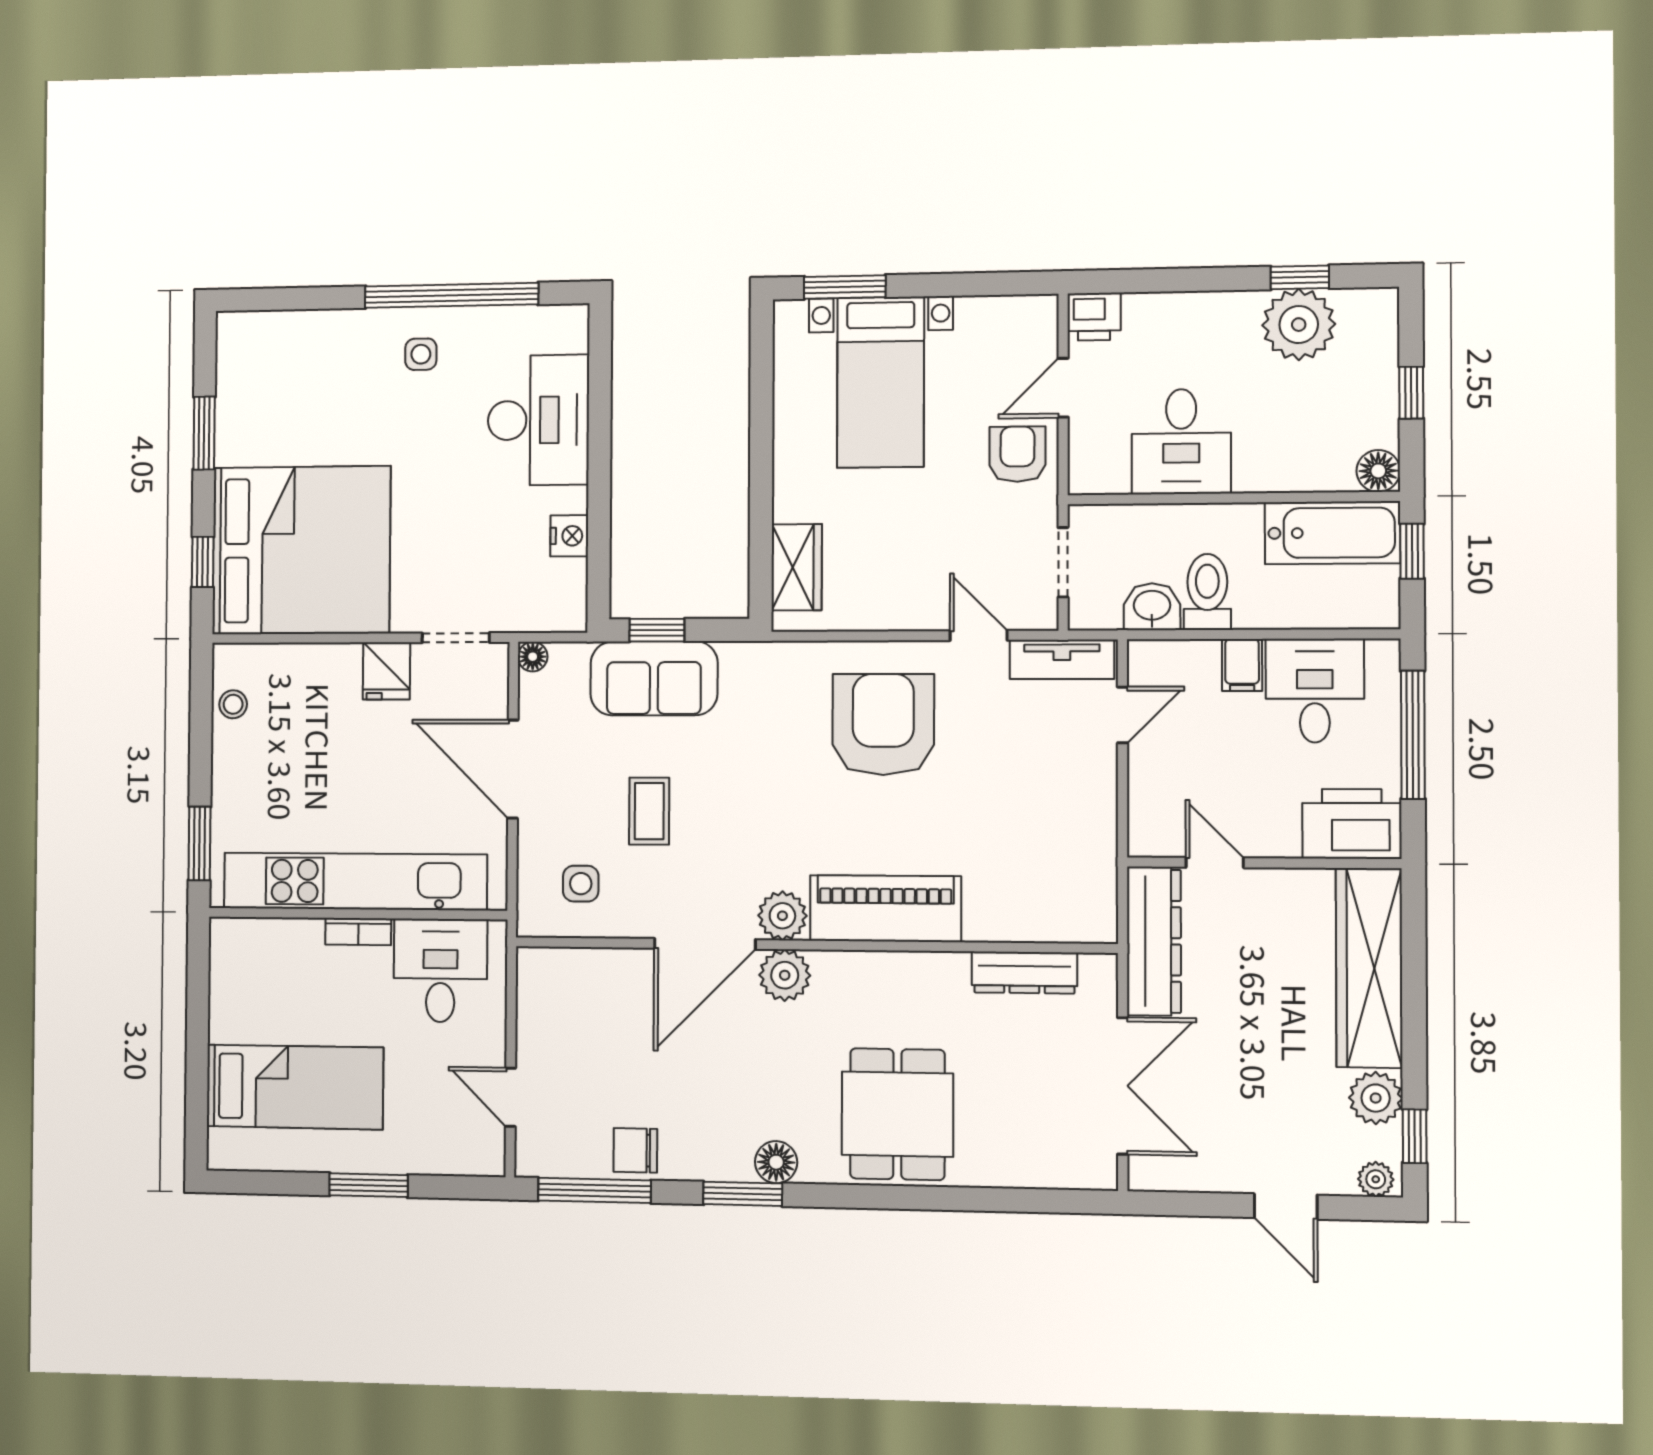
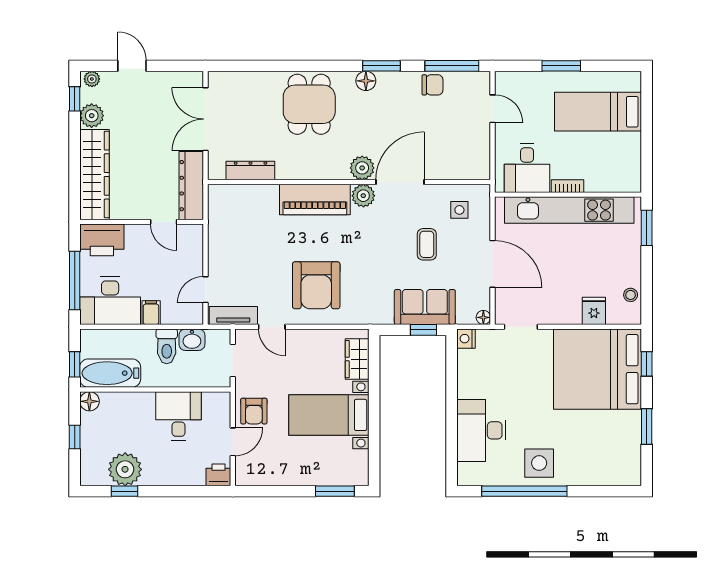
side table: (421, 354) -> (539, 463), width x1.87, depth x1.87
bed with nightstands: (881, 382) -> (329, 415), moved, turned -90
nightstand: (569, 536) -> (466, 339), moved
fridge: (386, 671) -> (594, 311), moved
desk: (1315, 691) -> (110, 301), width x1.37

